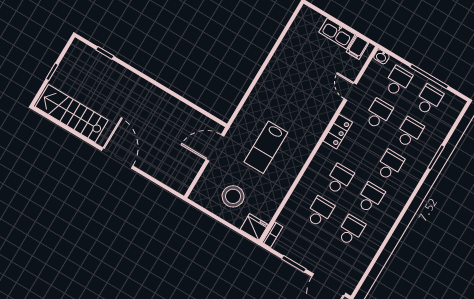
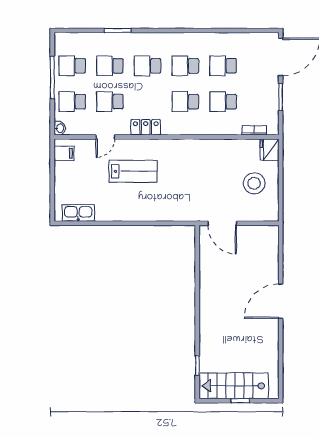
kitchen sink: (337, 33) -> (78, 213), moved, turned -90
stairs: (72, 113) -> (234, 386), moved, turned 90
lab bench: (266, 147) -> (133, 171), moved
bookcase: (272, 235) -> (254, 130), moved

